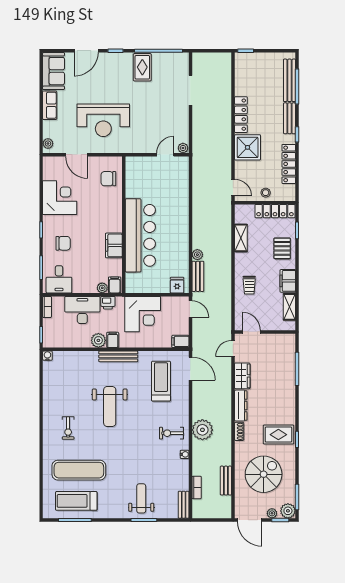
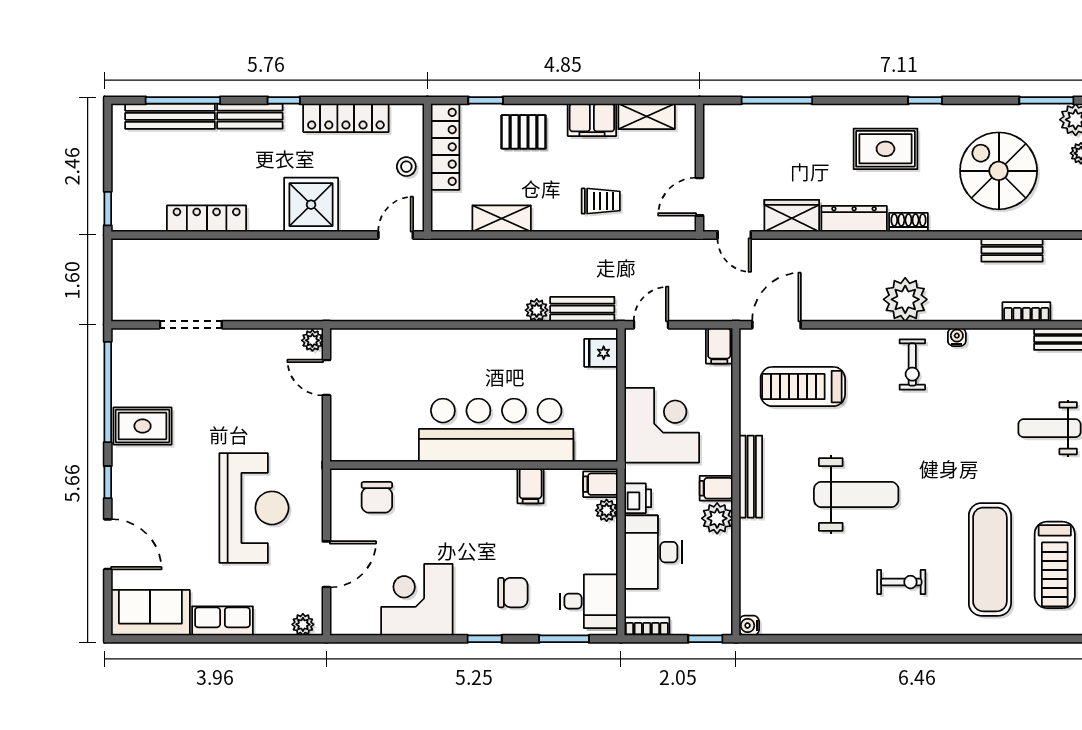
locker: (241, 115) -> (207, 218), moved
chair: (63, 243) -> (513, 593), turned 90
filing cabinet: (114, 245) -> (531, 486), width x0.50
rug: (278, 435) -> (885, 149), moved, turned 90

